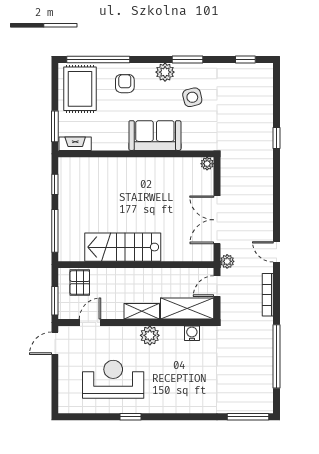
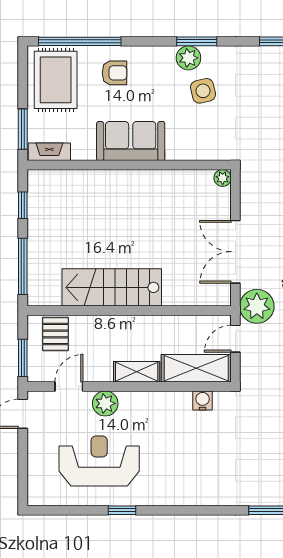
plant: (165, 72) -> (188, 58), moved
armchair: (125, 84) -> (114, 73), turned 90
sofa: (155, 136) -> (131, 141), moved
plant: (227, 261) -> (257, 306), width x1.88, depth x1.88
plant: (150, 335) -> (105, 403), moved

